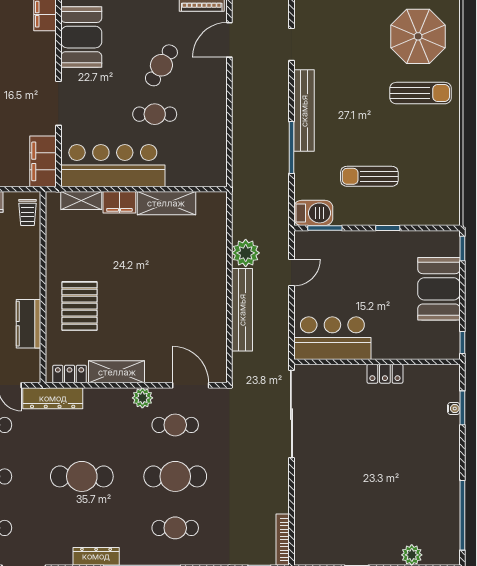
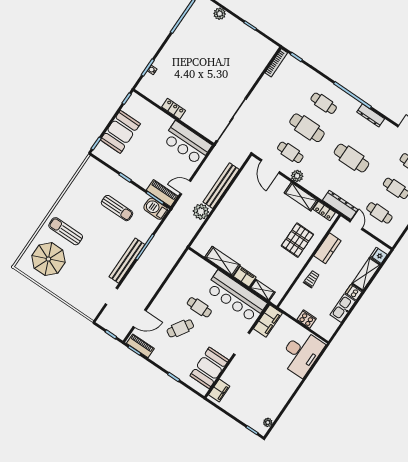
trolley: (28, 212) -> (312, 279), moved
piano: (319, 242) -> (162, 193), added

